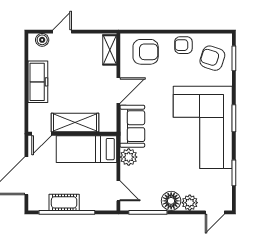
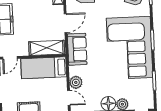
shelving: (75, 123) -> (47, 48), moved
plant: (129, 157) -> (76, 82), moved

